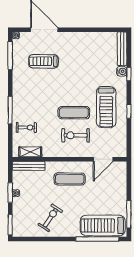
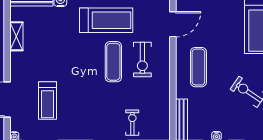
shelving: (30, 152) -> (16, 36), moved
door: (103, 159) -> (173, 24), hinge flipped

